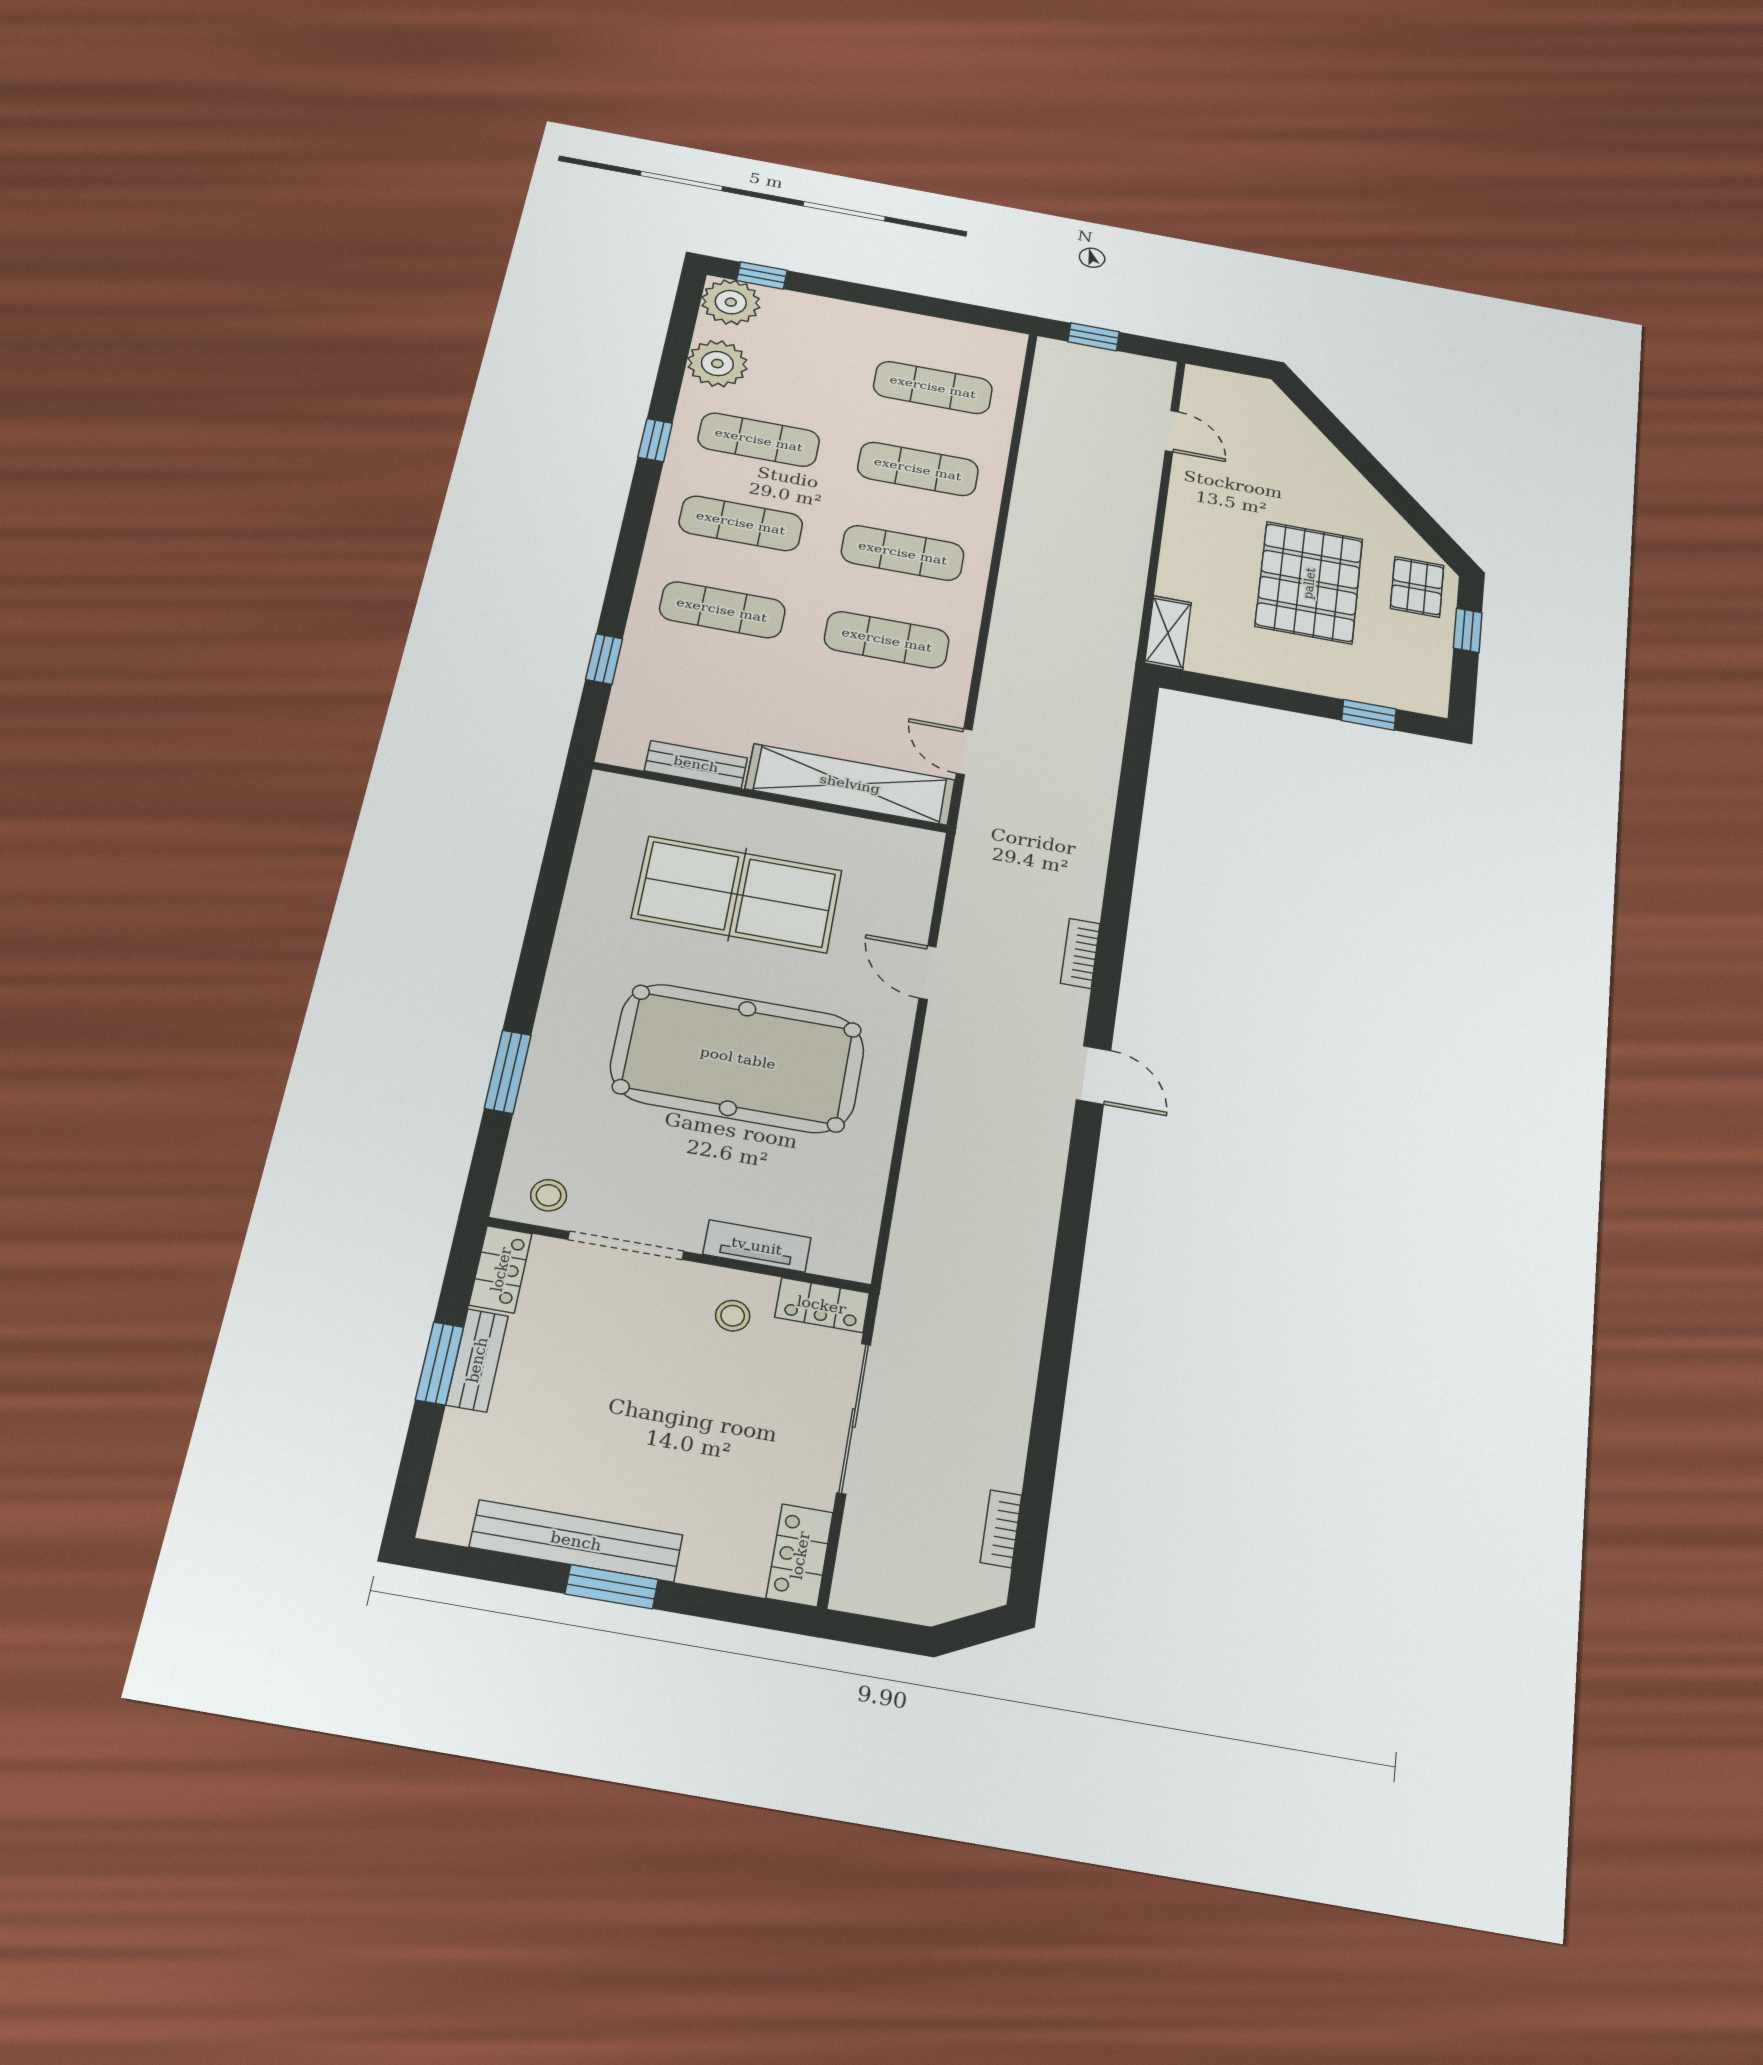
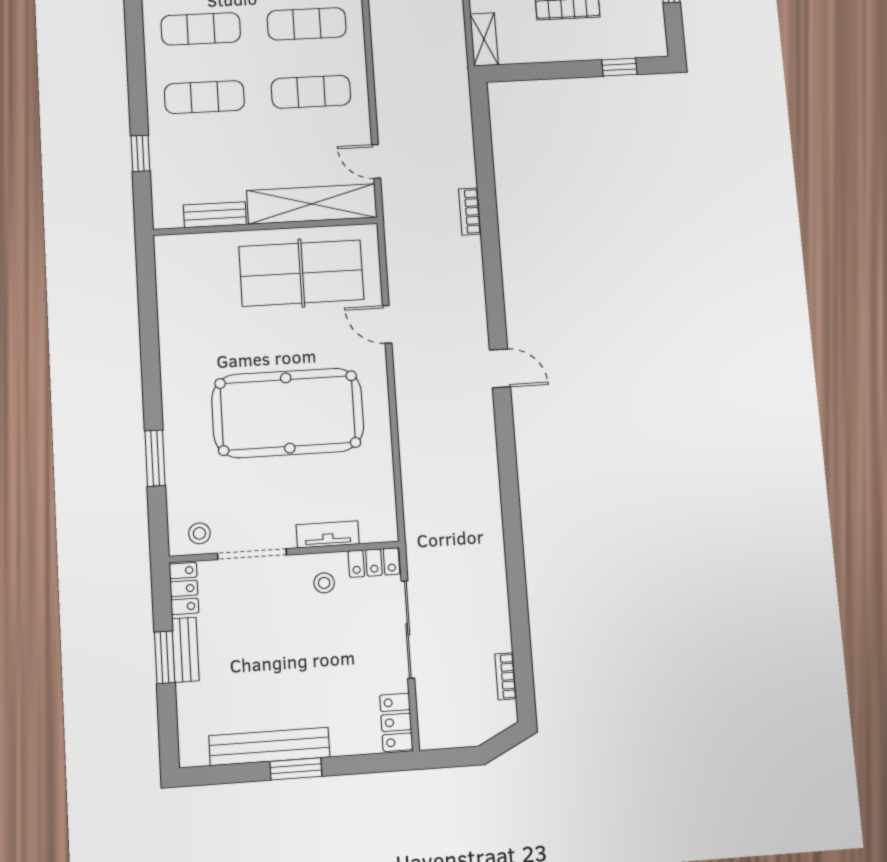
table tennis table: (737, 894) -> (301, 273), moved
bookcase: (1080, 953) -> (470, 212), moved

